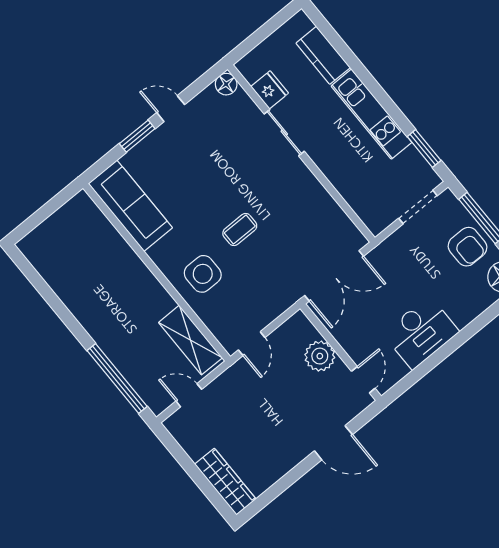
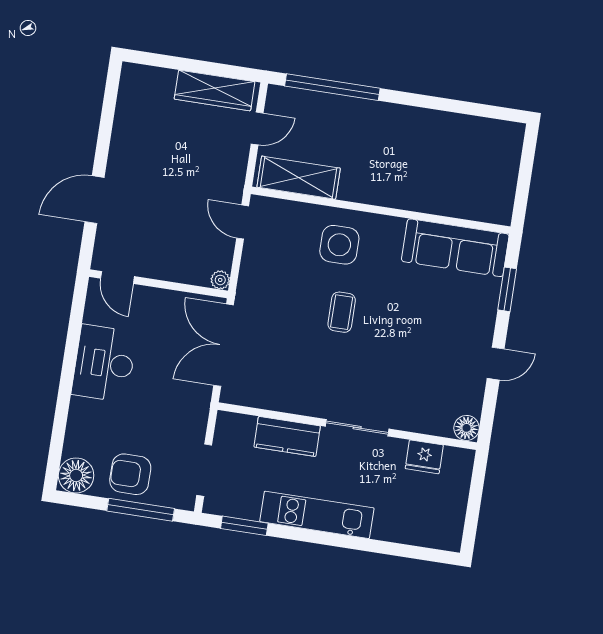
kitchen counter: (323, 55) -> (287, 436), moved, turned 180
sliding door: (284, 133) -> (357, 428), moved
window: (137, 136) -> (507, 289), moved
plant: (320, 356) -> (220, 280), moved, width x0.53, depth x0.53
wardrobe: (225, 482) -> (215, 90), moved

